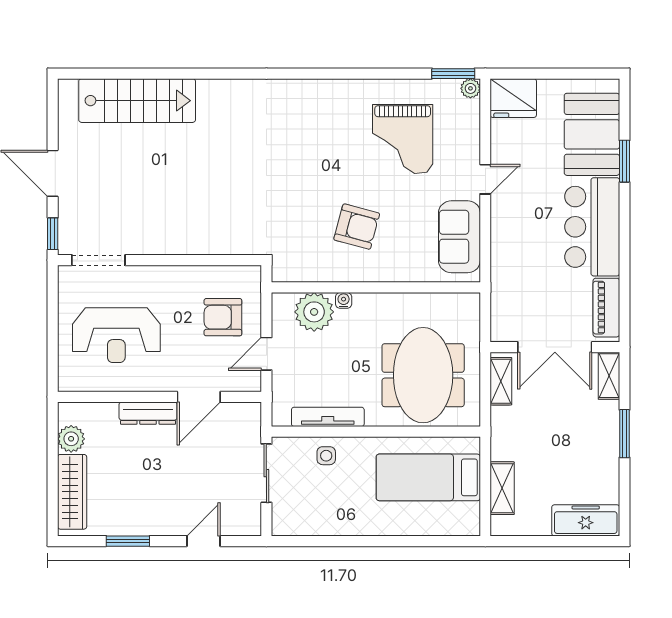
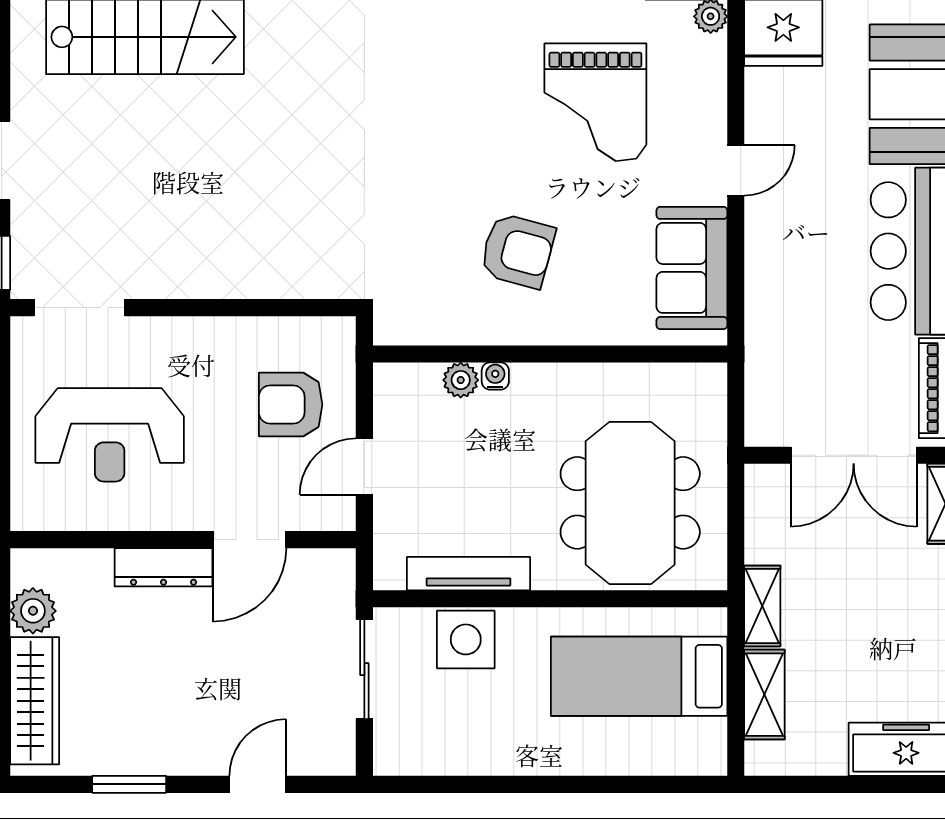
plant: (314, 312) -> (461, 380), width x0.53, depth x0.53
shelving: (501, 381) -> (762, 606), moved
side table: (326, 456) -> (466, 639), width x1.87, depth x1.87

